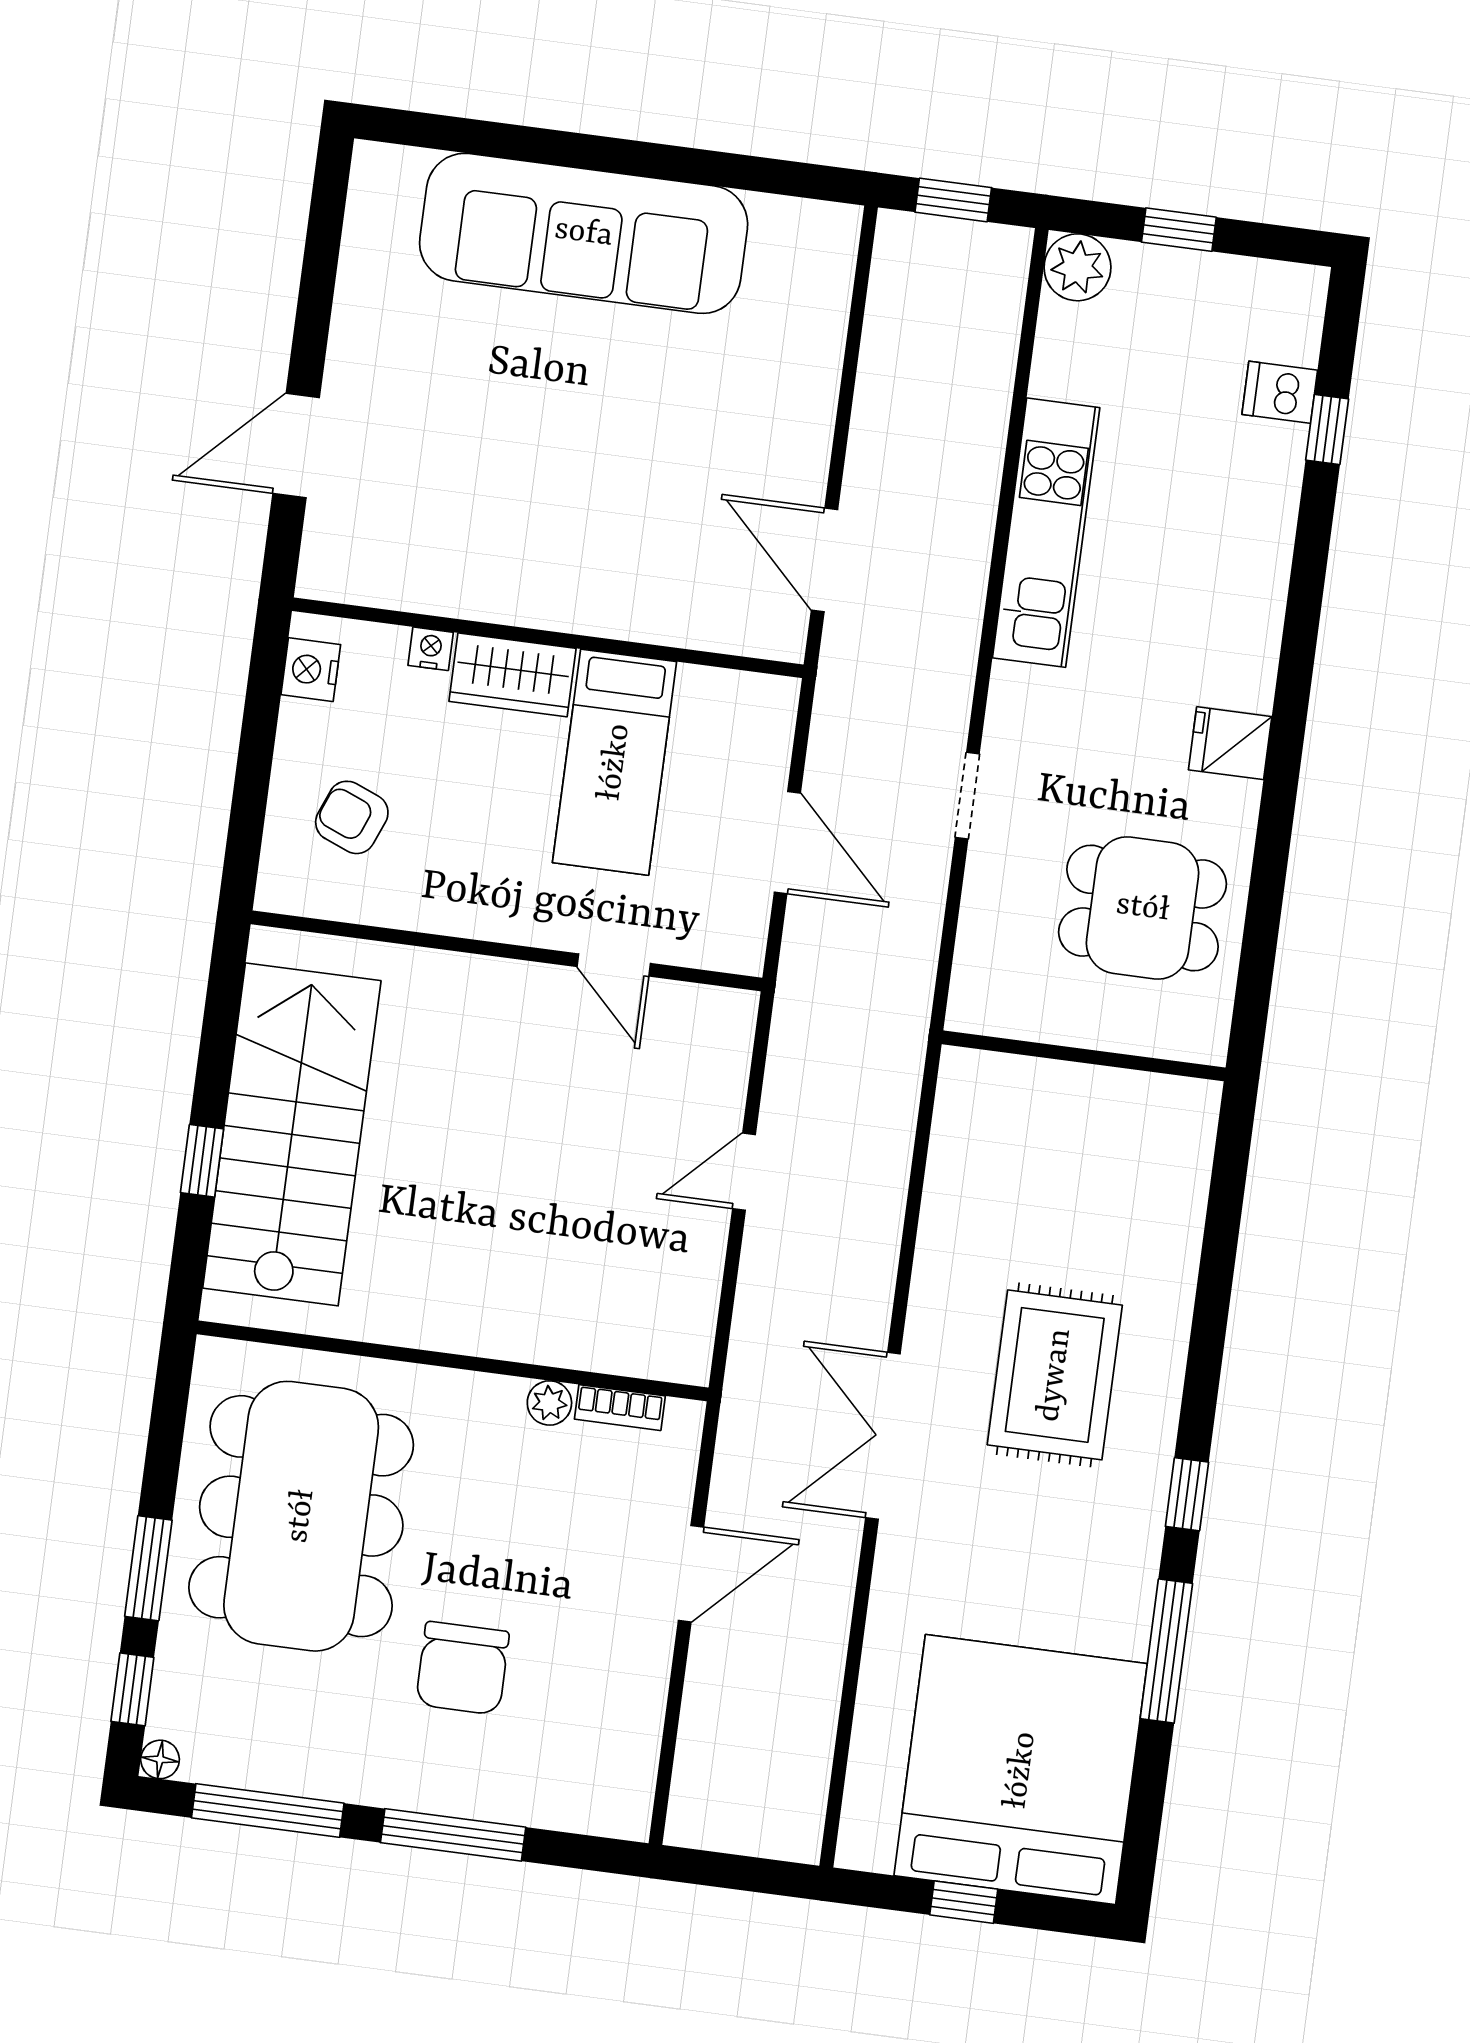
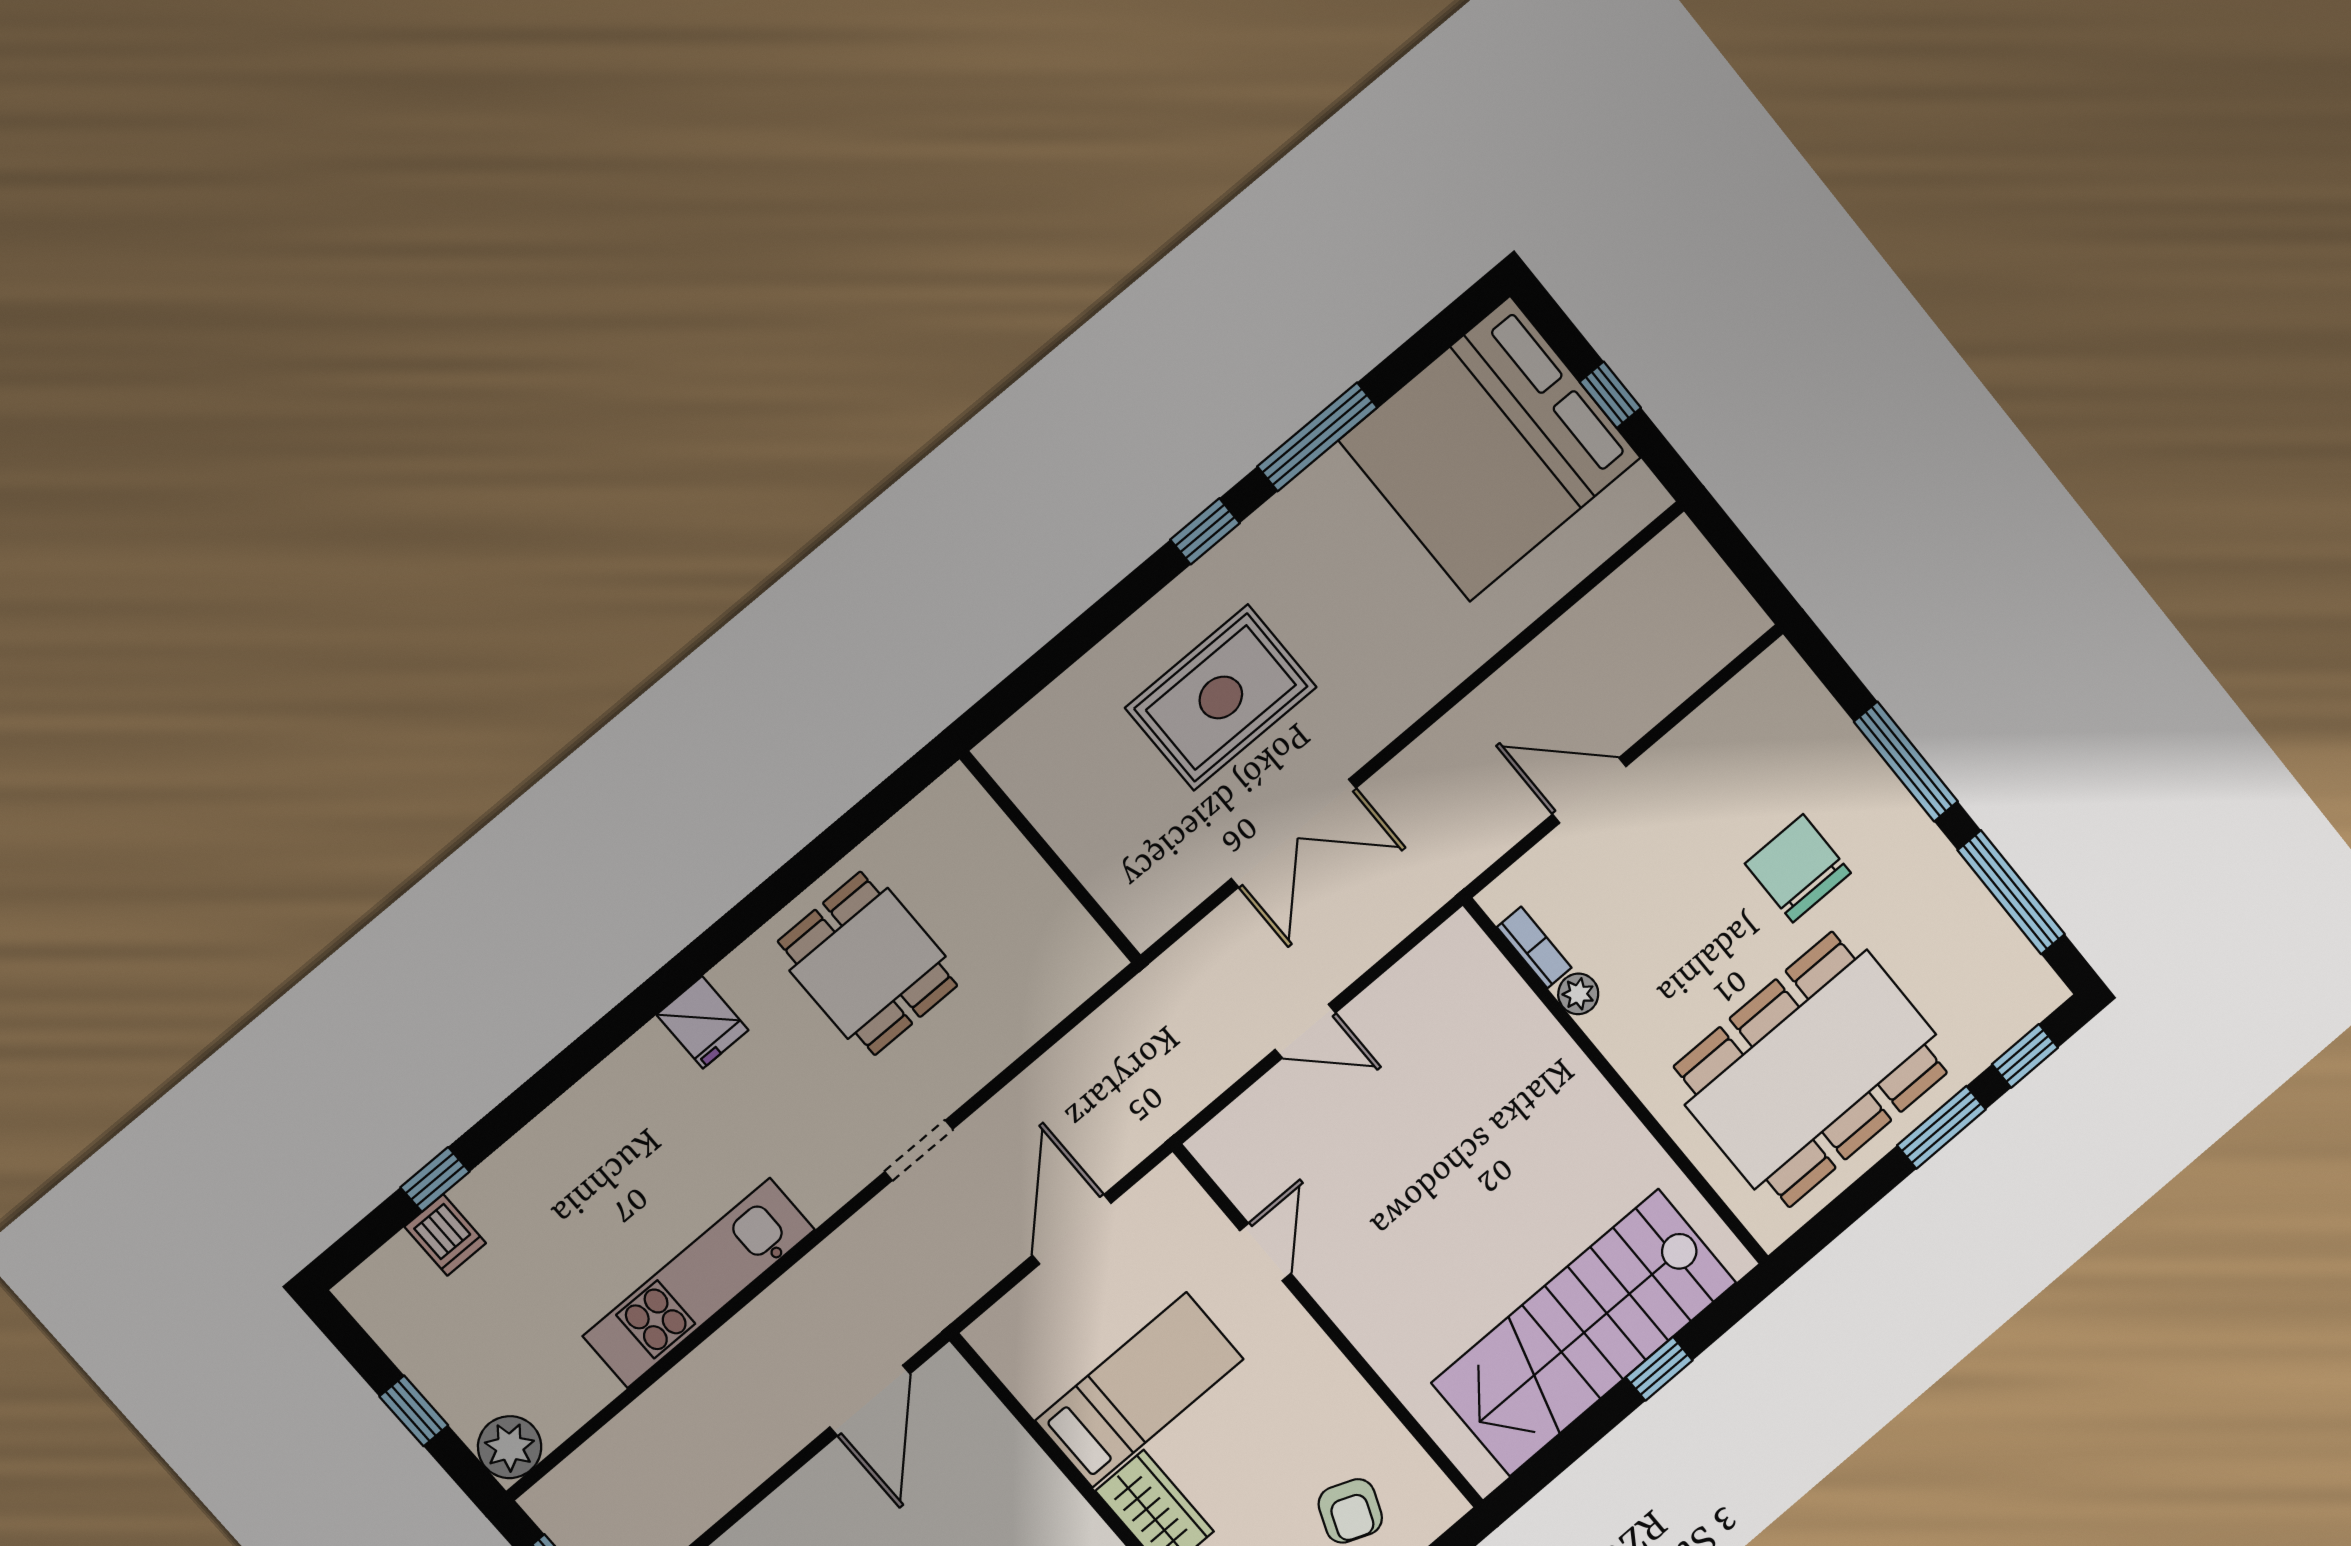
wall: (1084, 1056) -> (1050, 857), moved
double door: (883, 1436) -> (1294, 833), moved
chair: (462, 1668) -> (1798, 868), turned -90
floor lamp: (160, 1759) -> (2050, 992), removed

